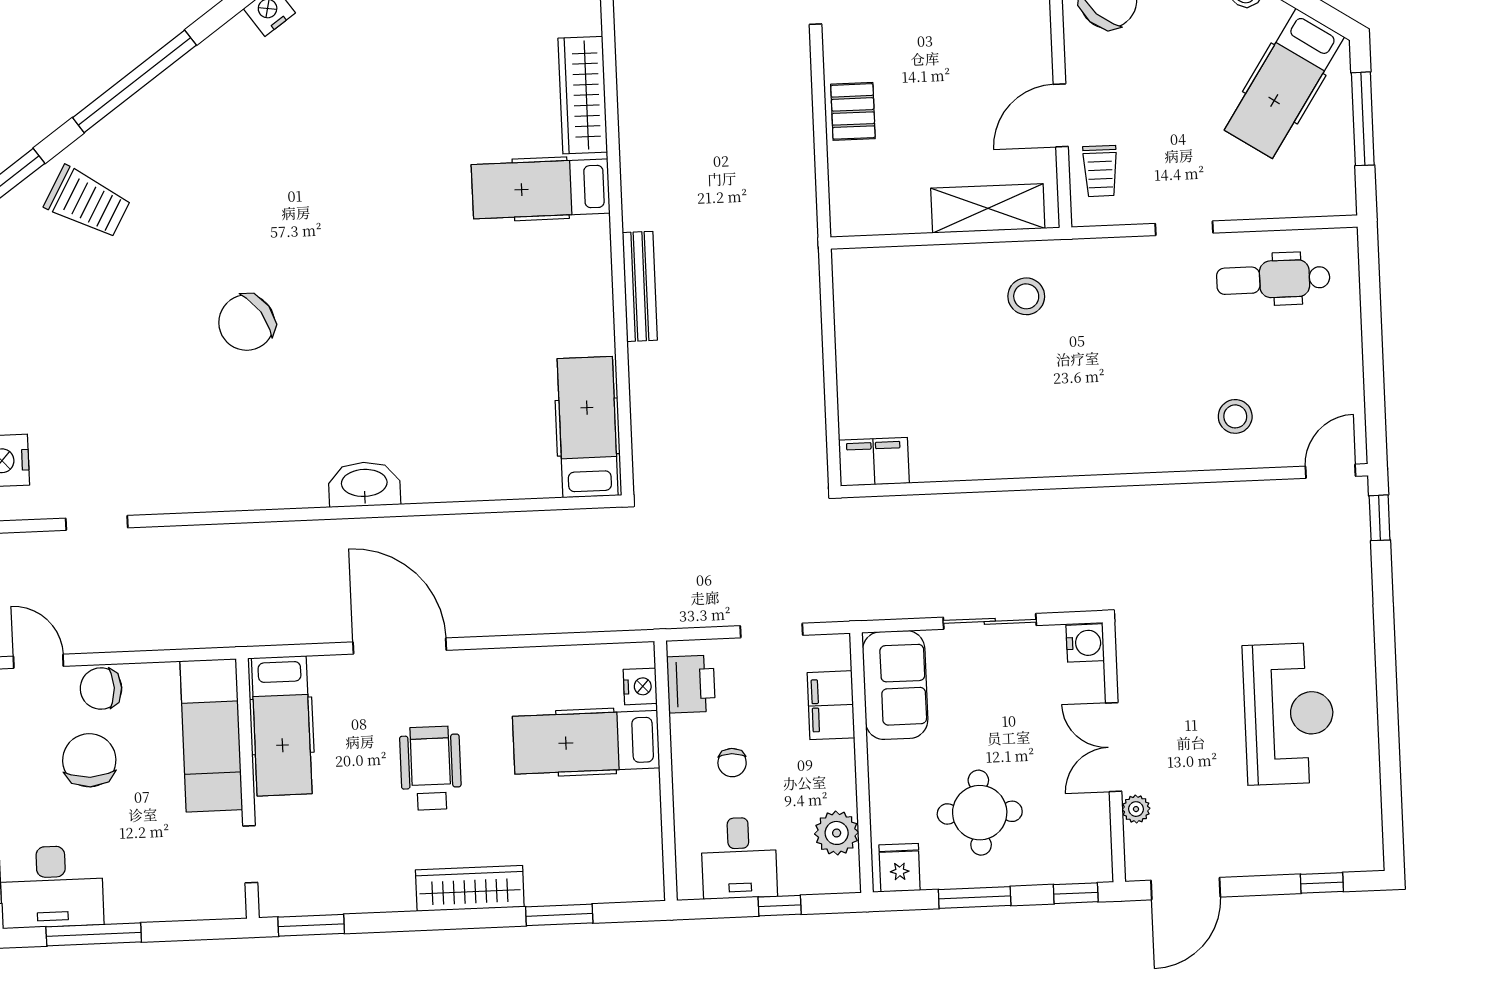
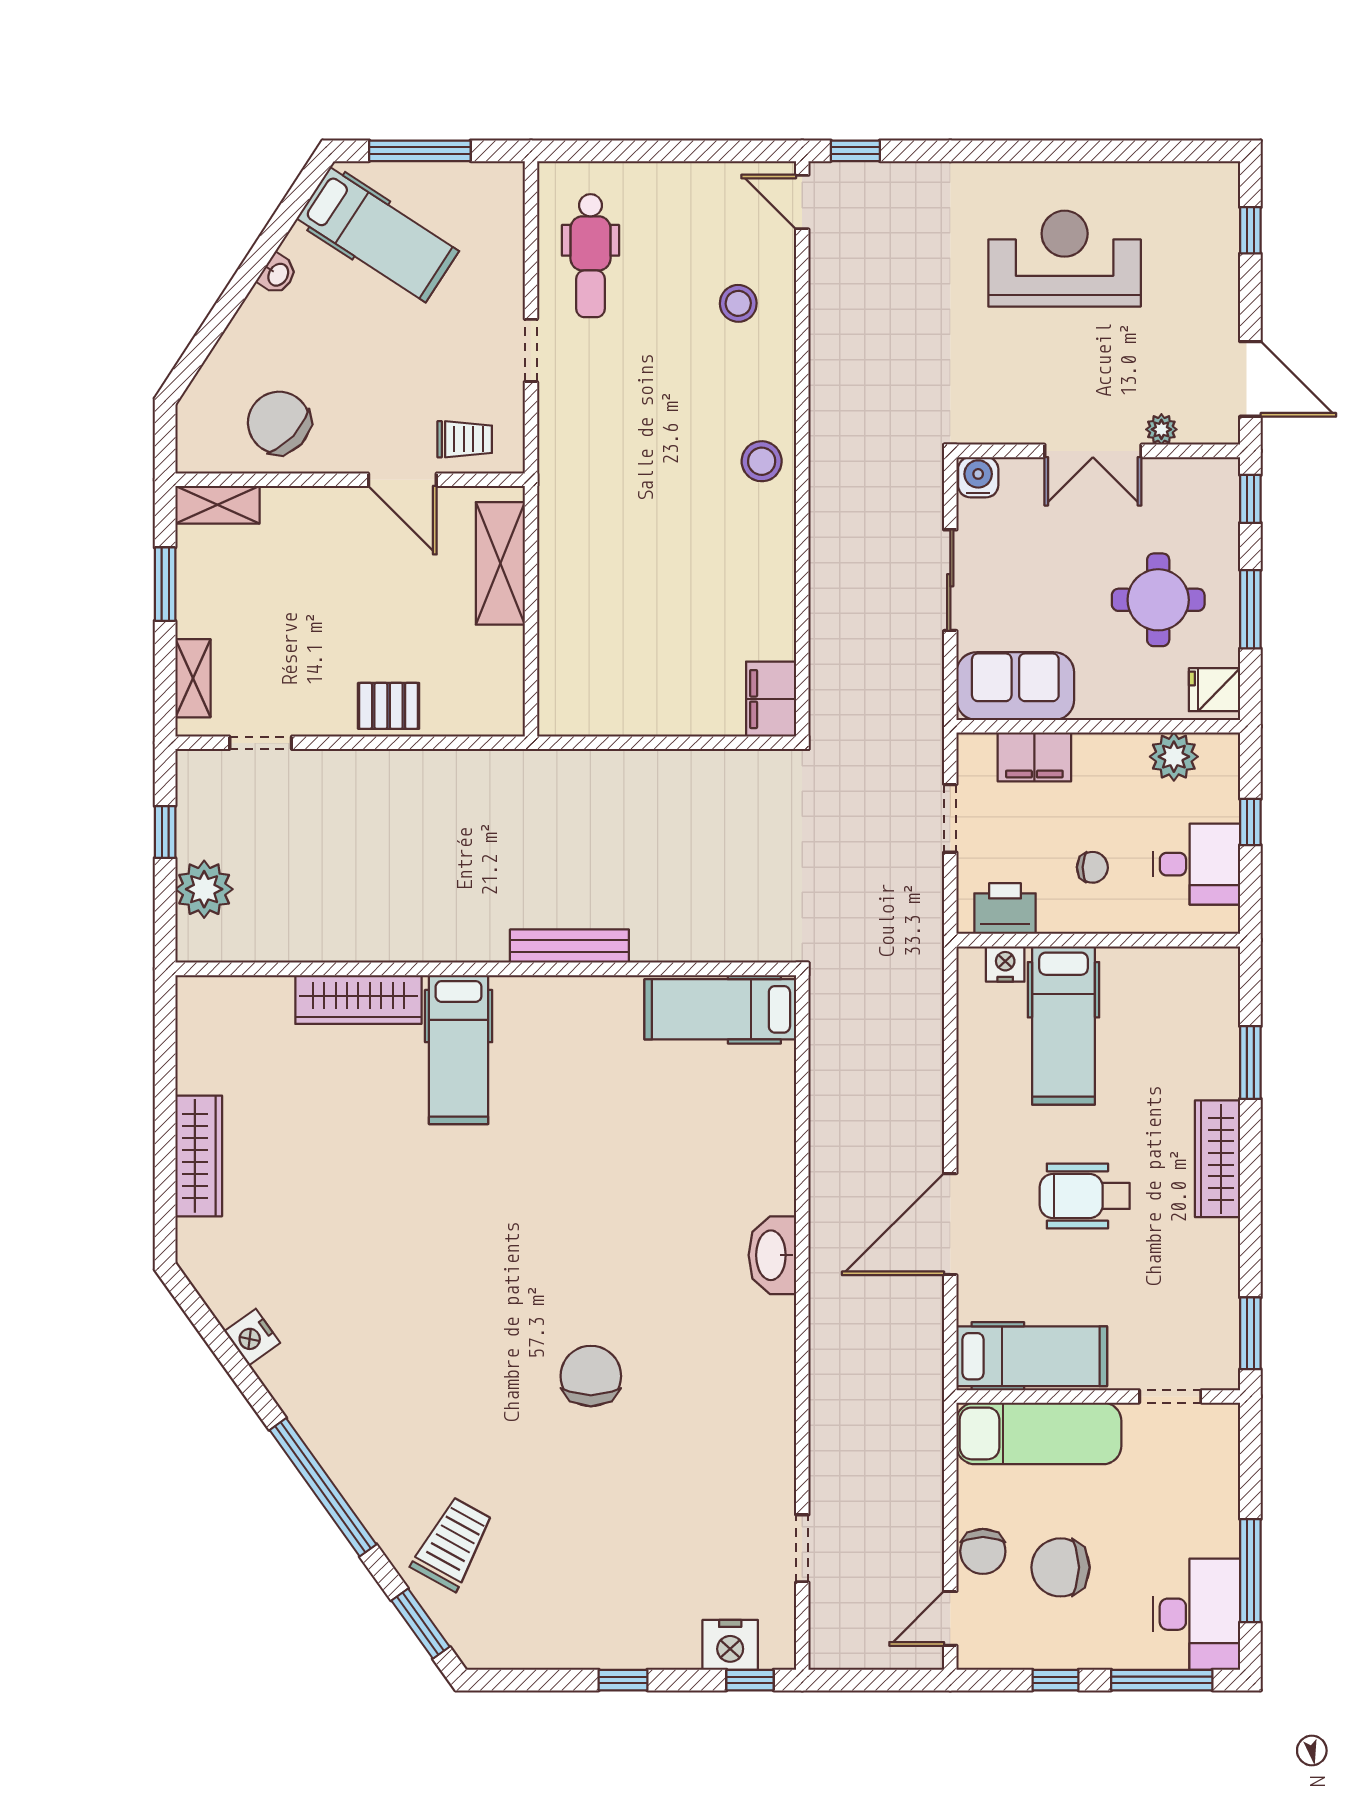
stool: (1026, 296) -> (762, 461), moved
chair: (247, 323) -> (591, 1376), turned -146

